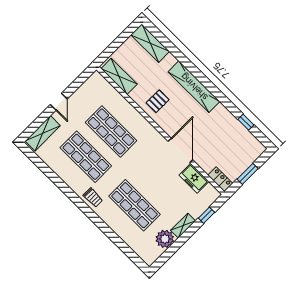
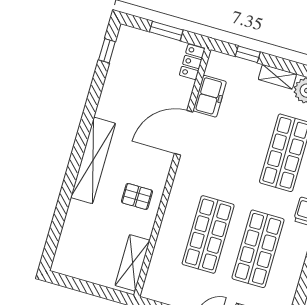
shelving: (150, 43) -> (68, 247), removed
window: (246, 122) -> (107, 51), moved

